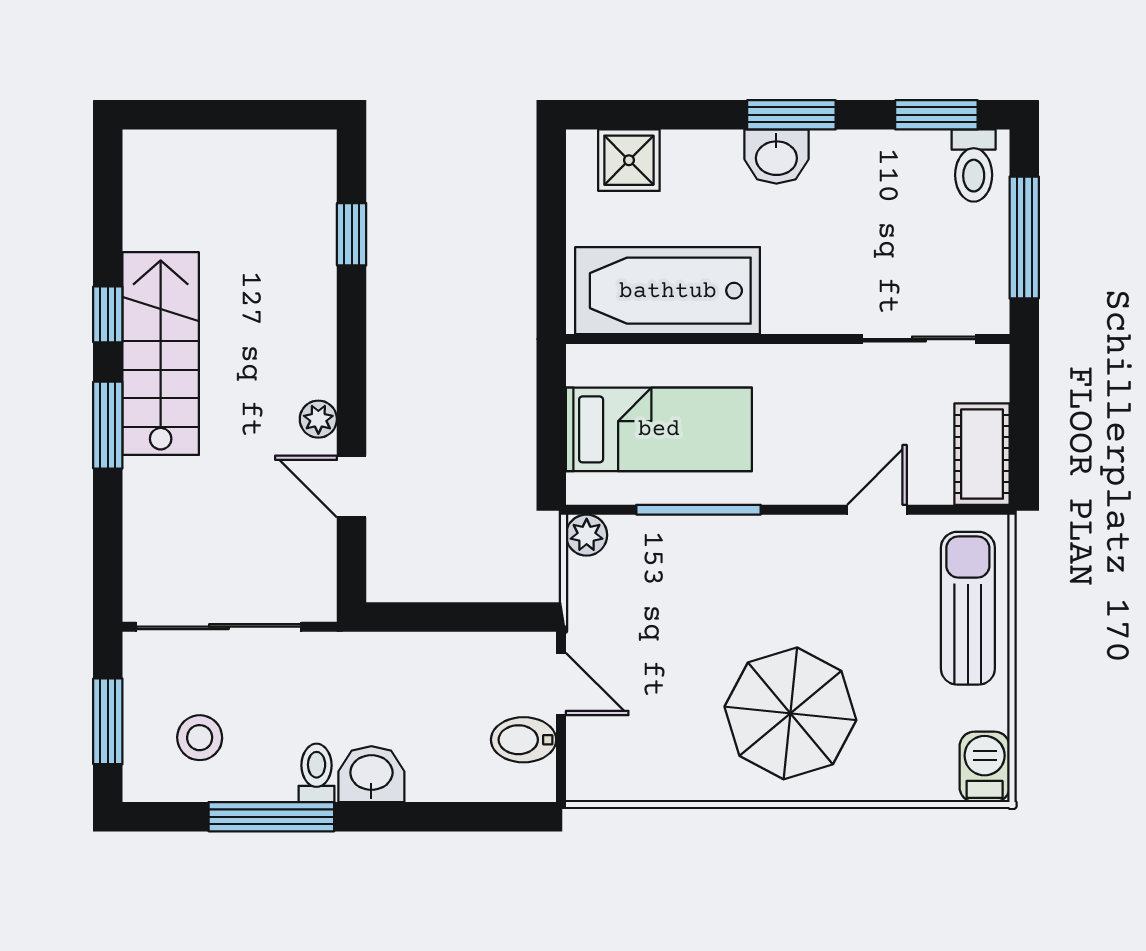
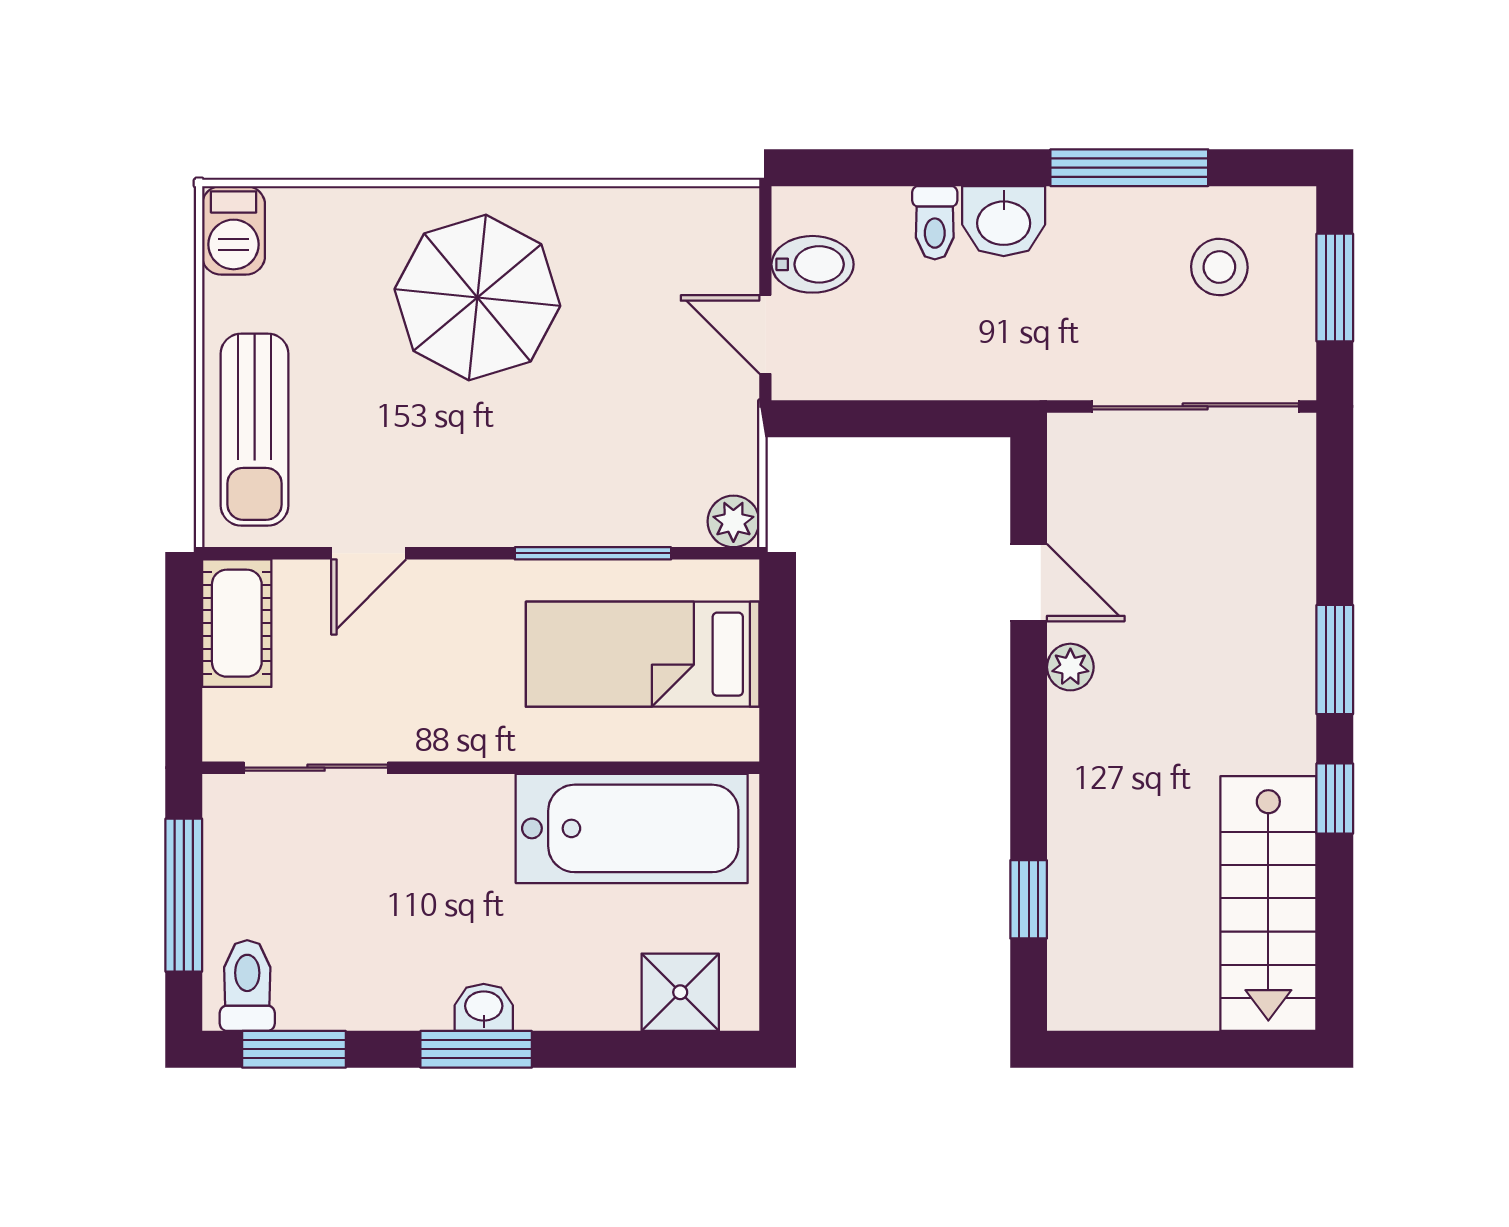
washbasin: (776, 157) -> (484, 1007), width x0.72, depth x0.69
stairs: (161, 354) -> (1268, 904), moved
toilet: (317, 773) -> (935, 223), moved

